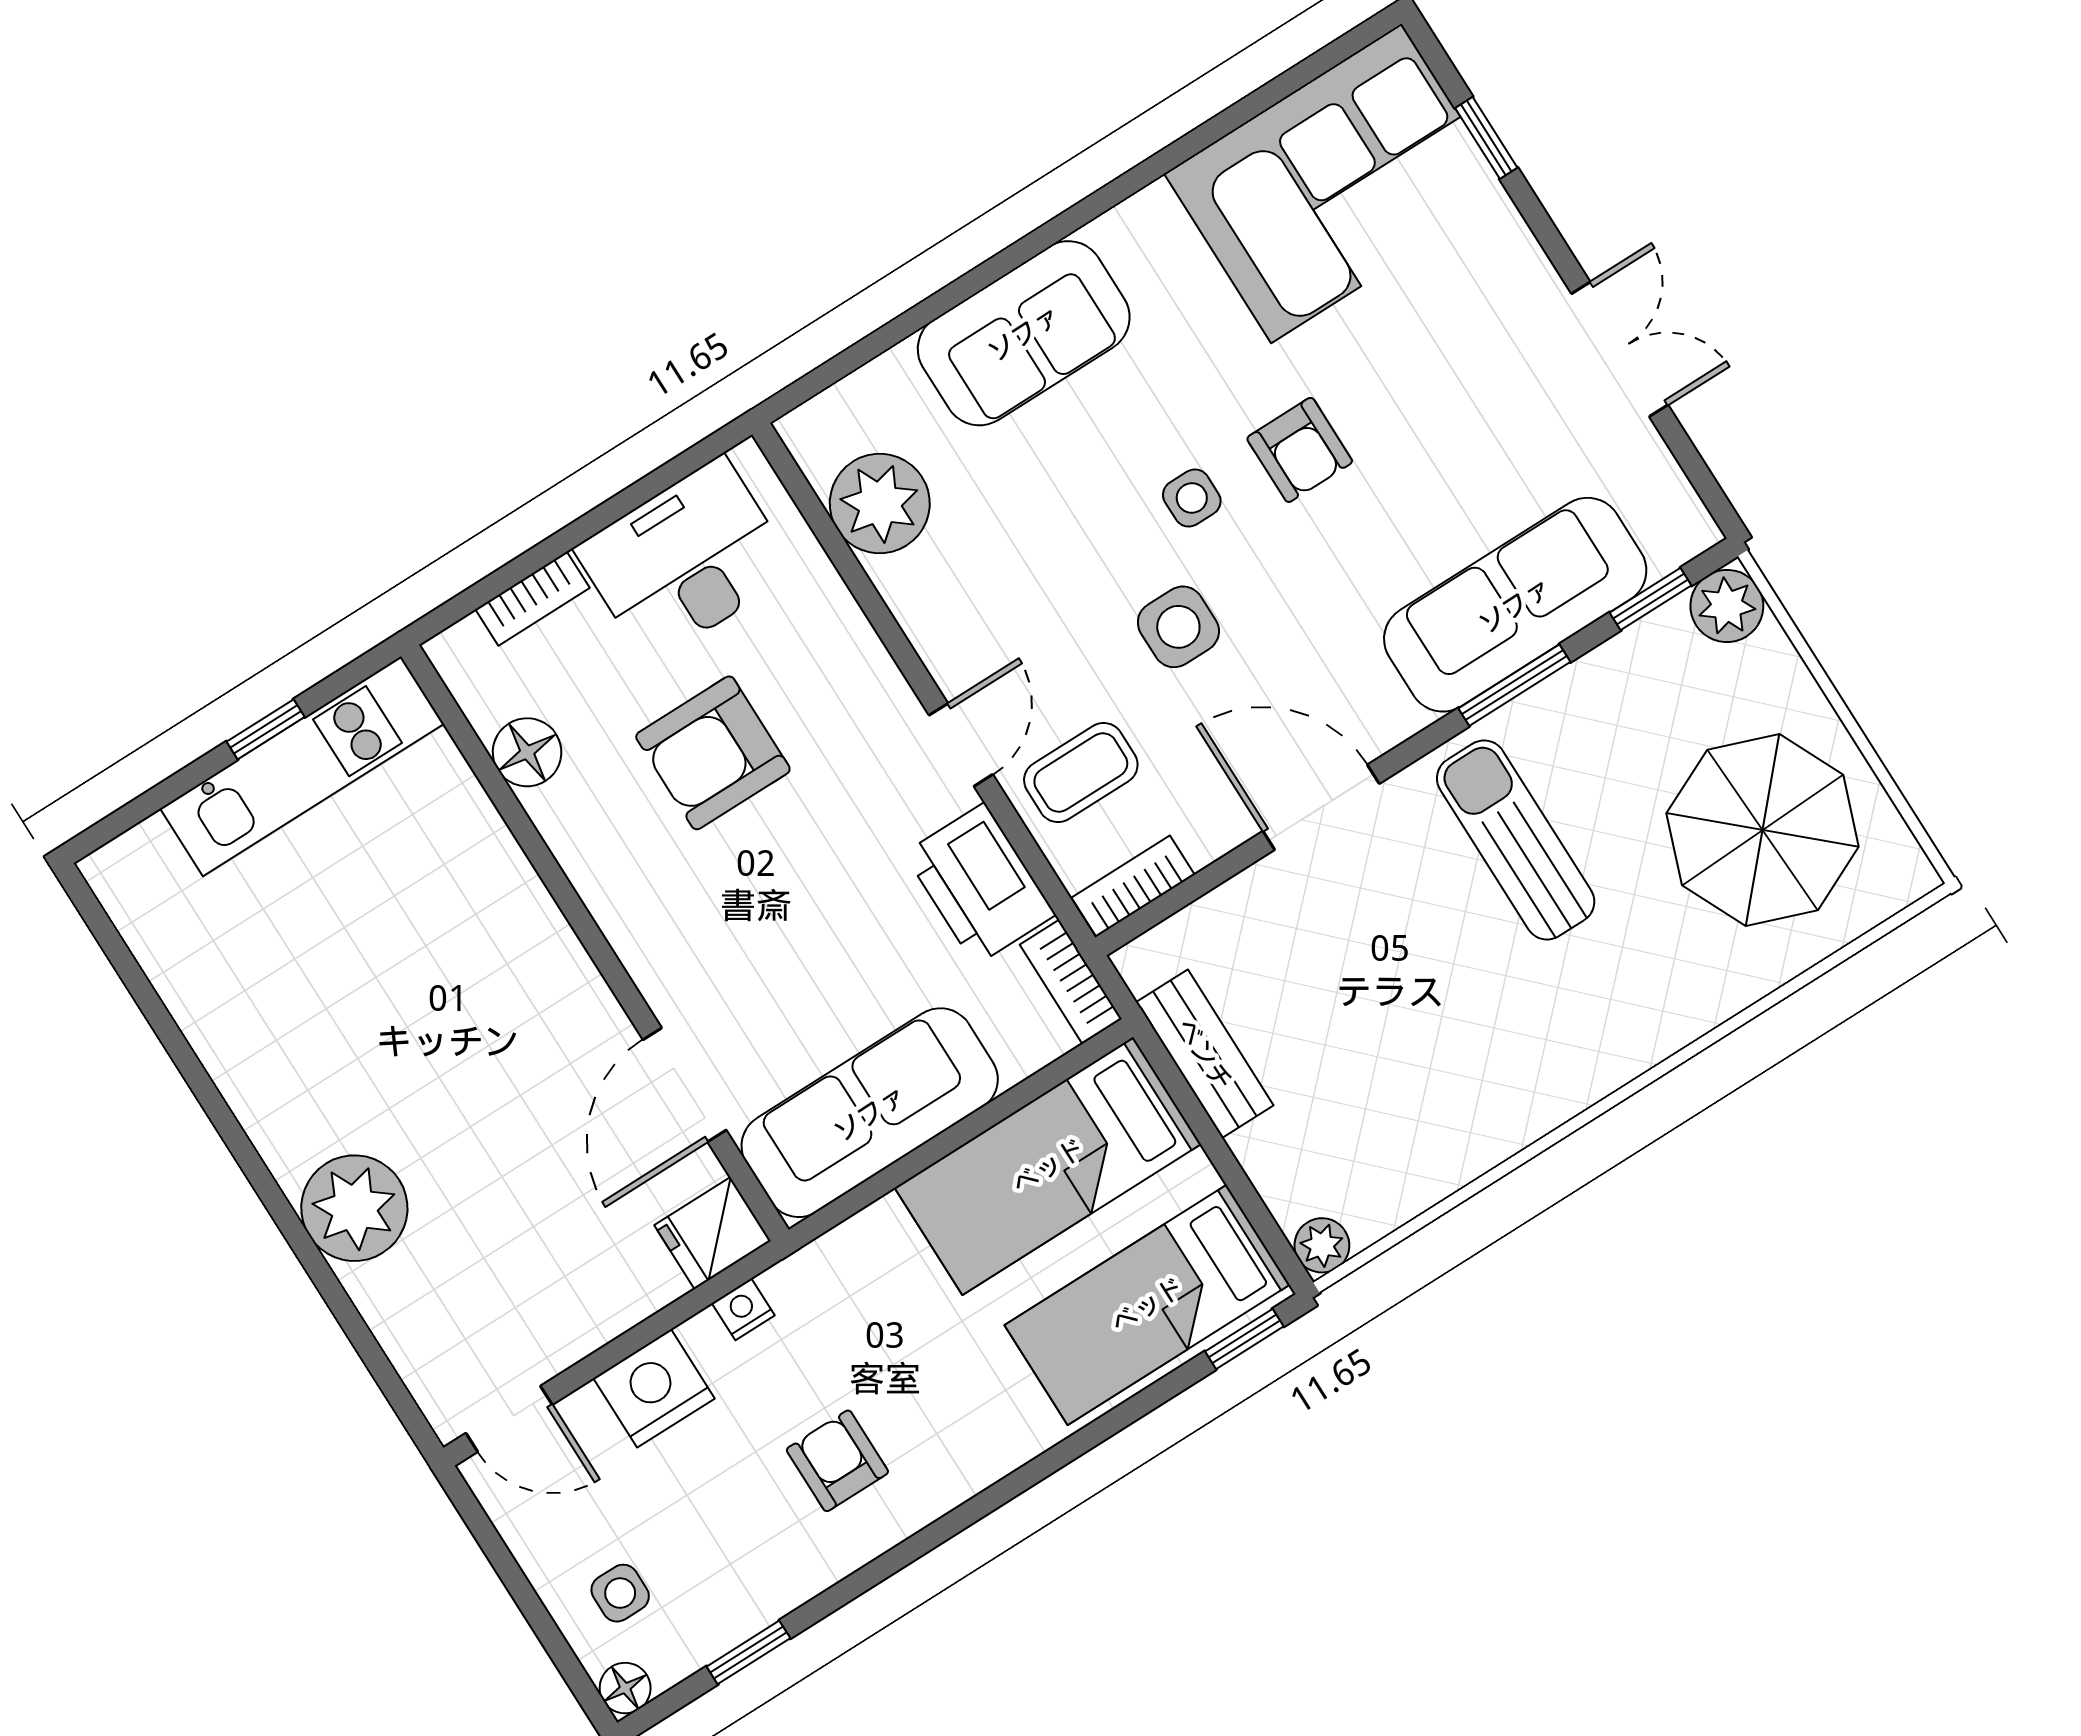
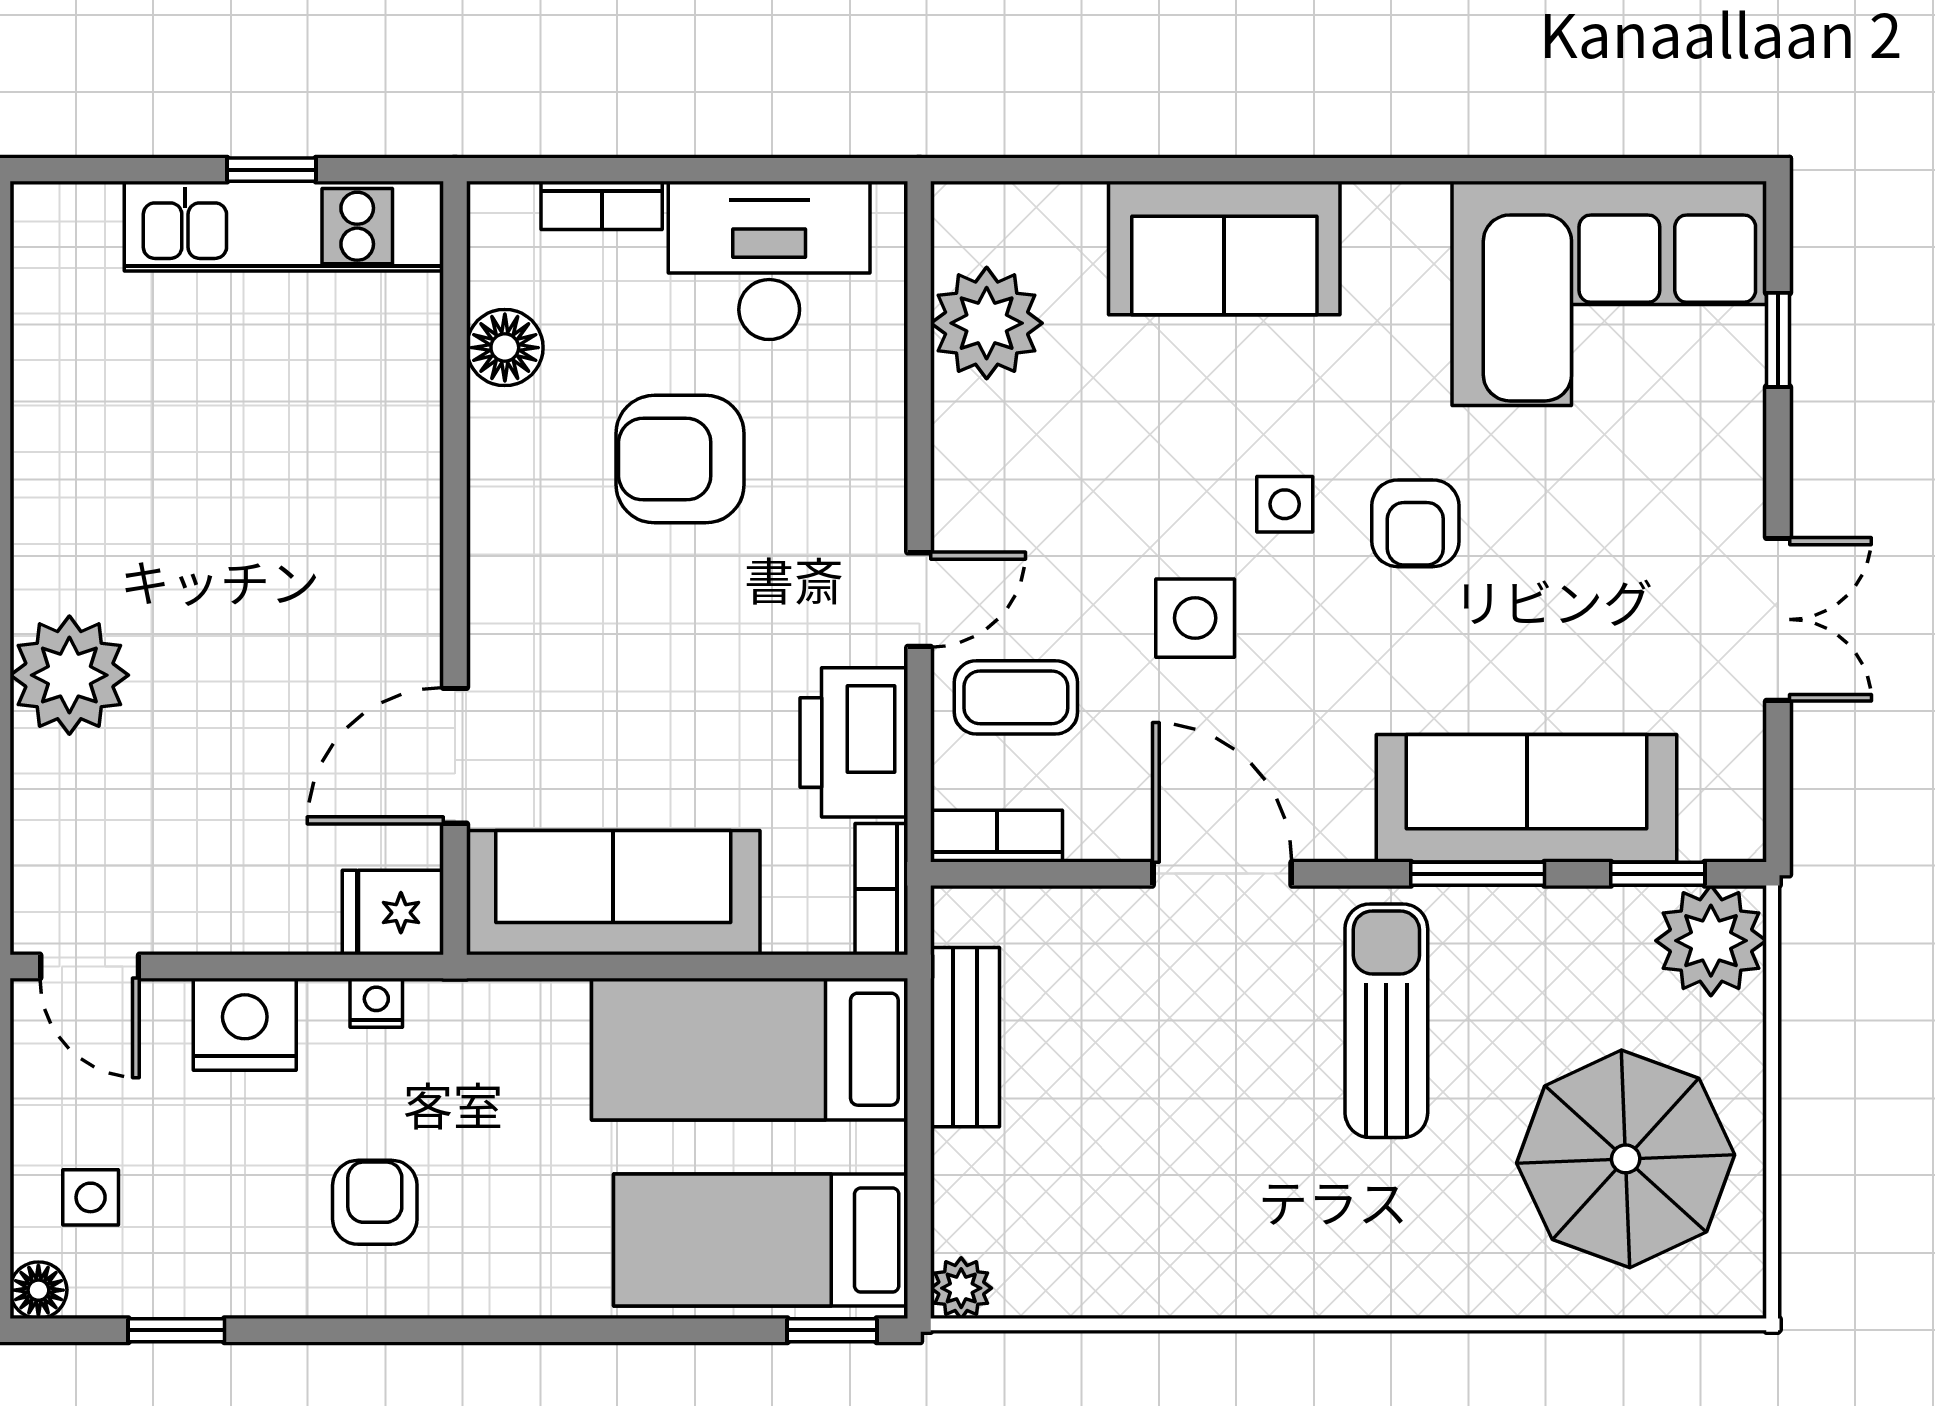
plant: (1727, 606) -> (1711, 941), width x1.36, depth x1.36

